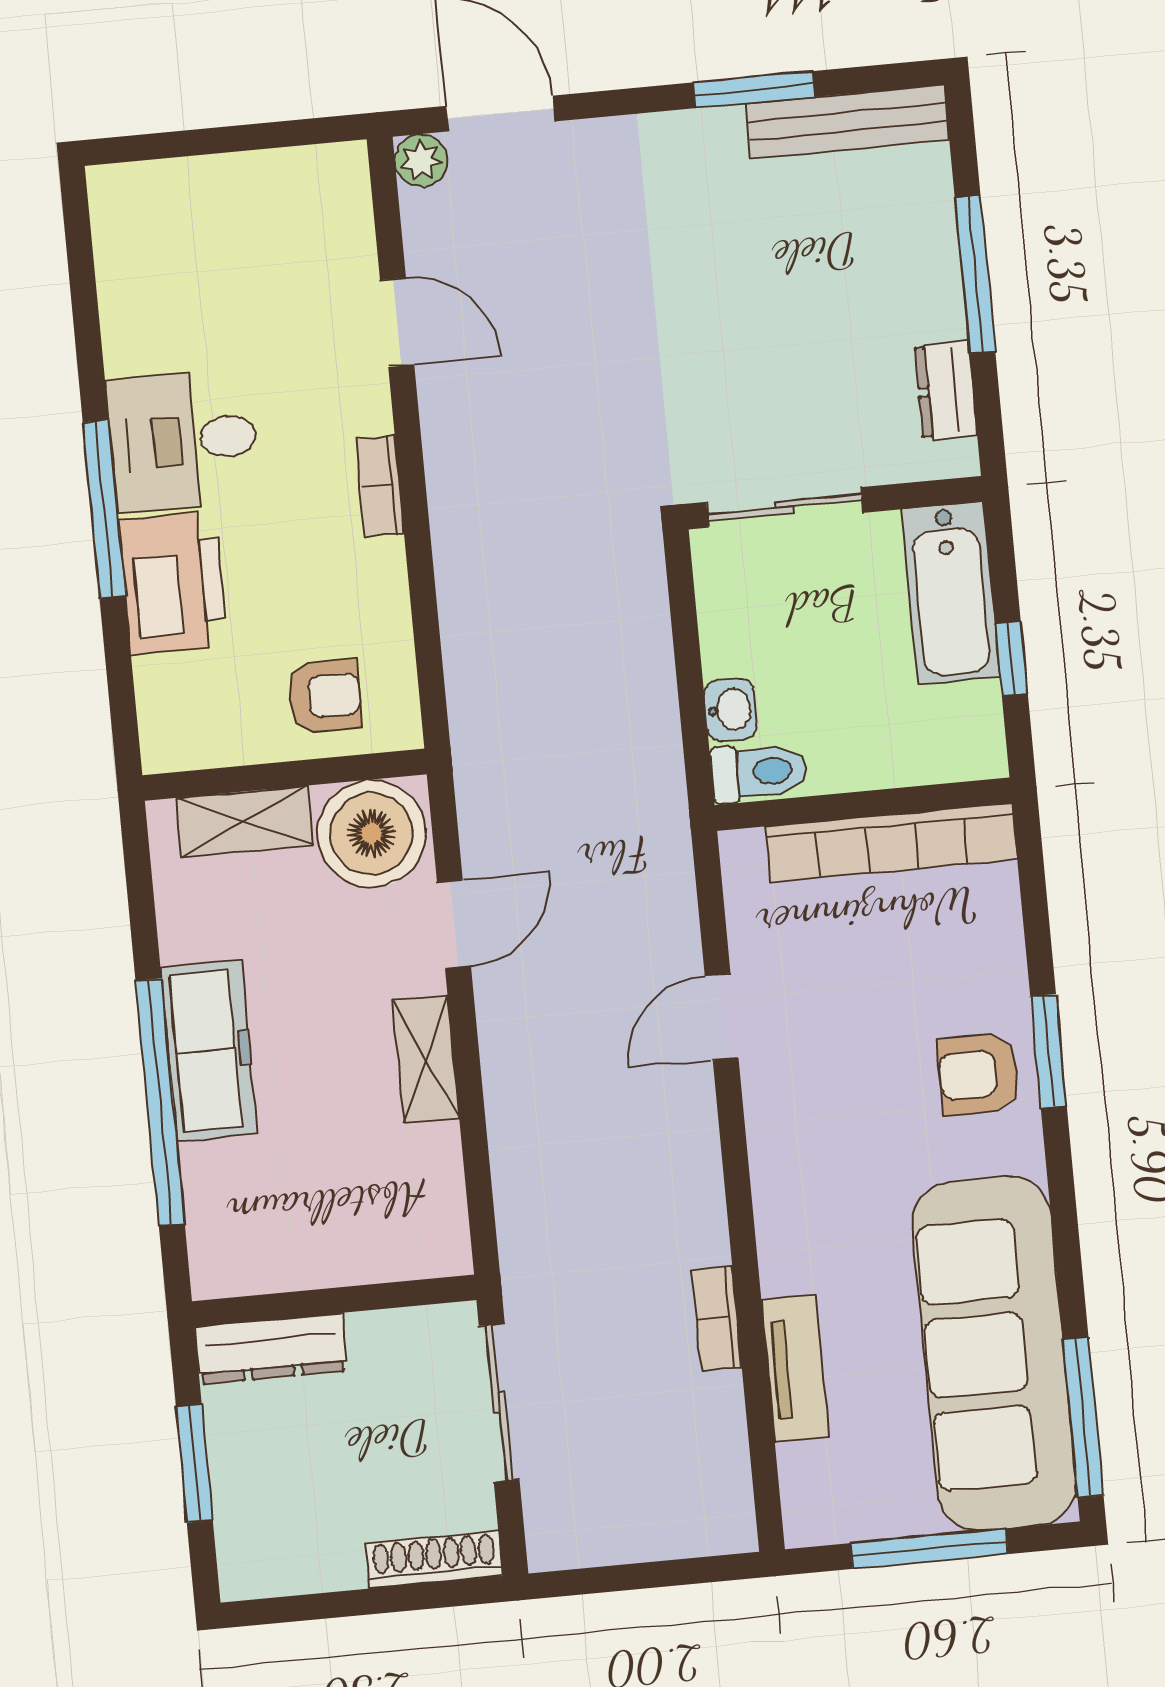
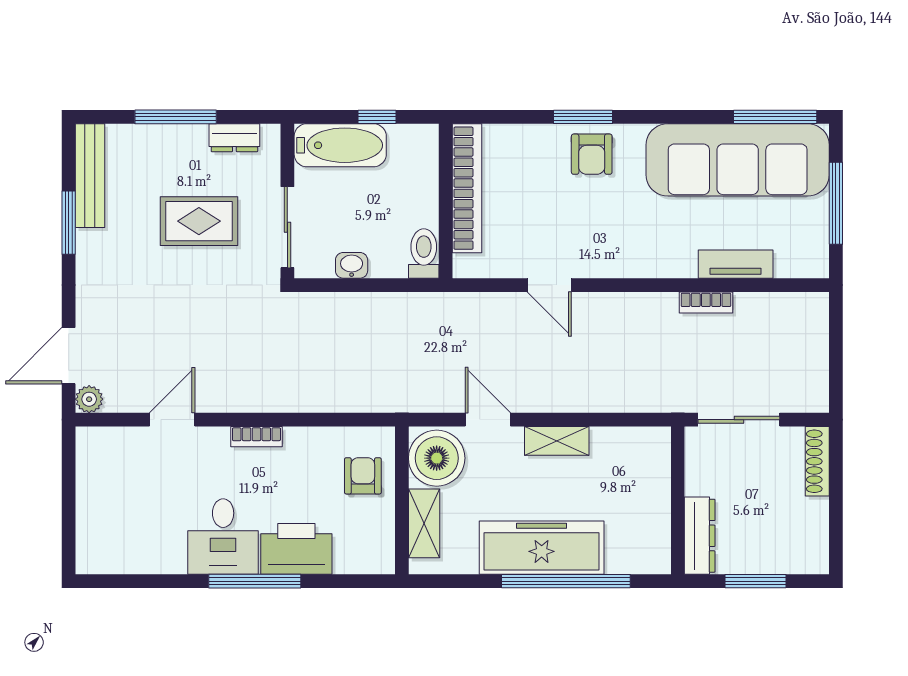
rug: (780, 338) -> (199, 221), added
washbasin: (730, 710) -> (352, 265), moved
freezer: (209, 1051) -> (542, 548), width x1.36, depth x1.26

